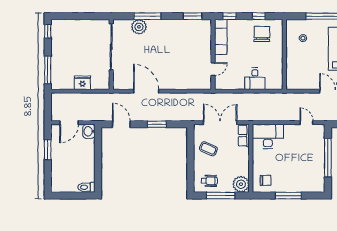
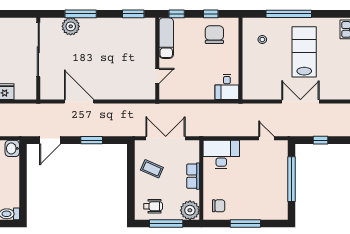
desk: (255, 79) -> (227, 87), moved
door: (121, 124) -> (50, 140), swing flipped
row of seats: (244, 136) -> (193, 176), moved

